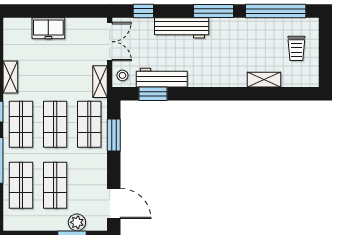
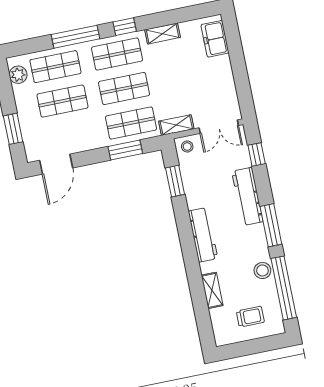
freezer: (48, 28) -> (215, 39), moved
stool: (255, 28) -> (262, 270), added
trolley: (296, 48) -> (250, 317), turned 180
workbench: (162, 78) -> (203, 235), moved
plant: (77, 222) -> (18, 75), moved

